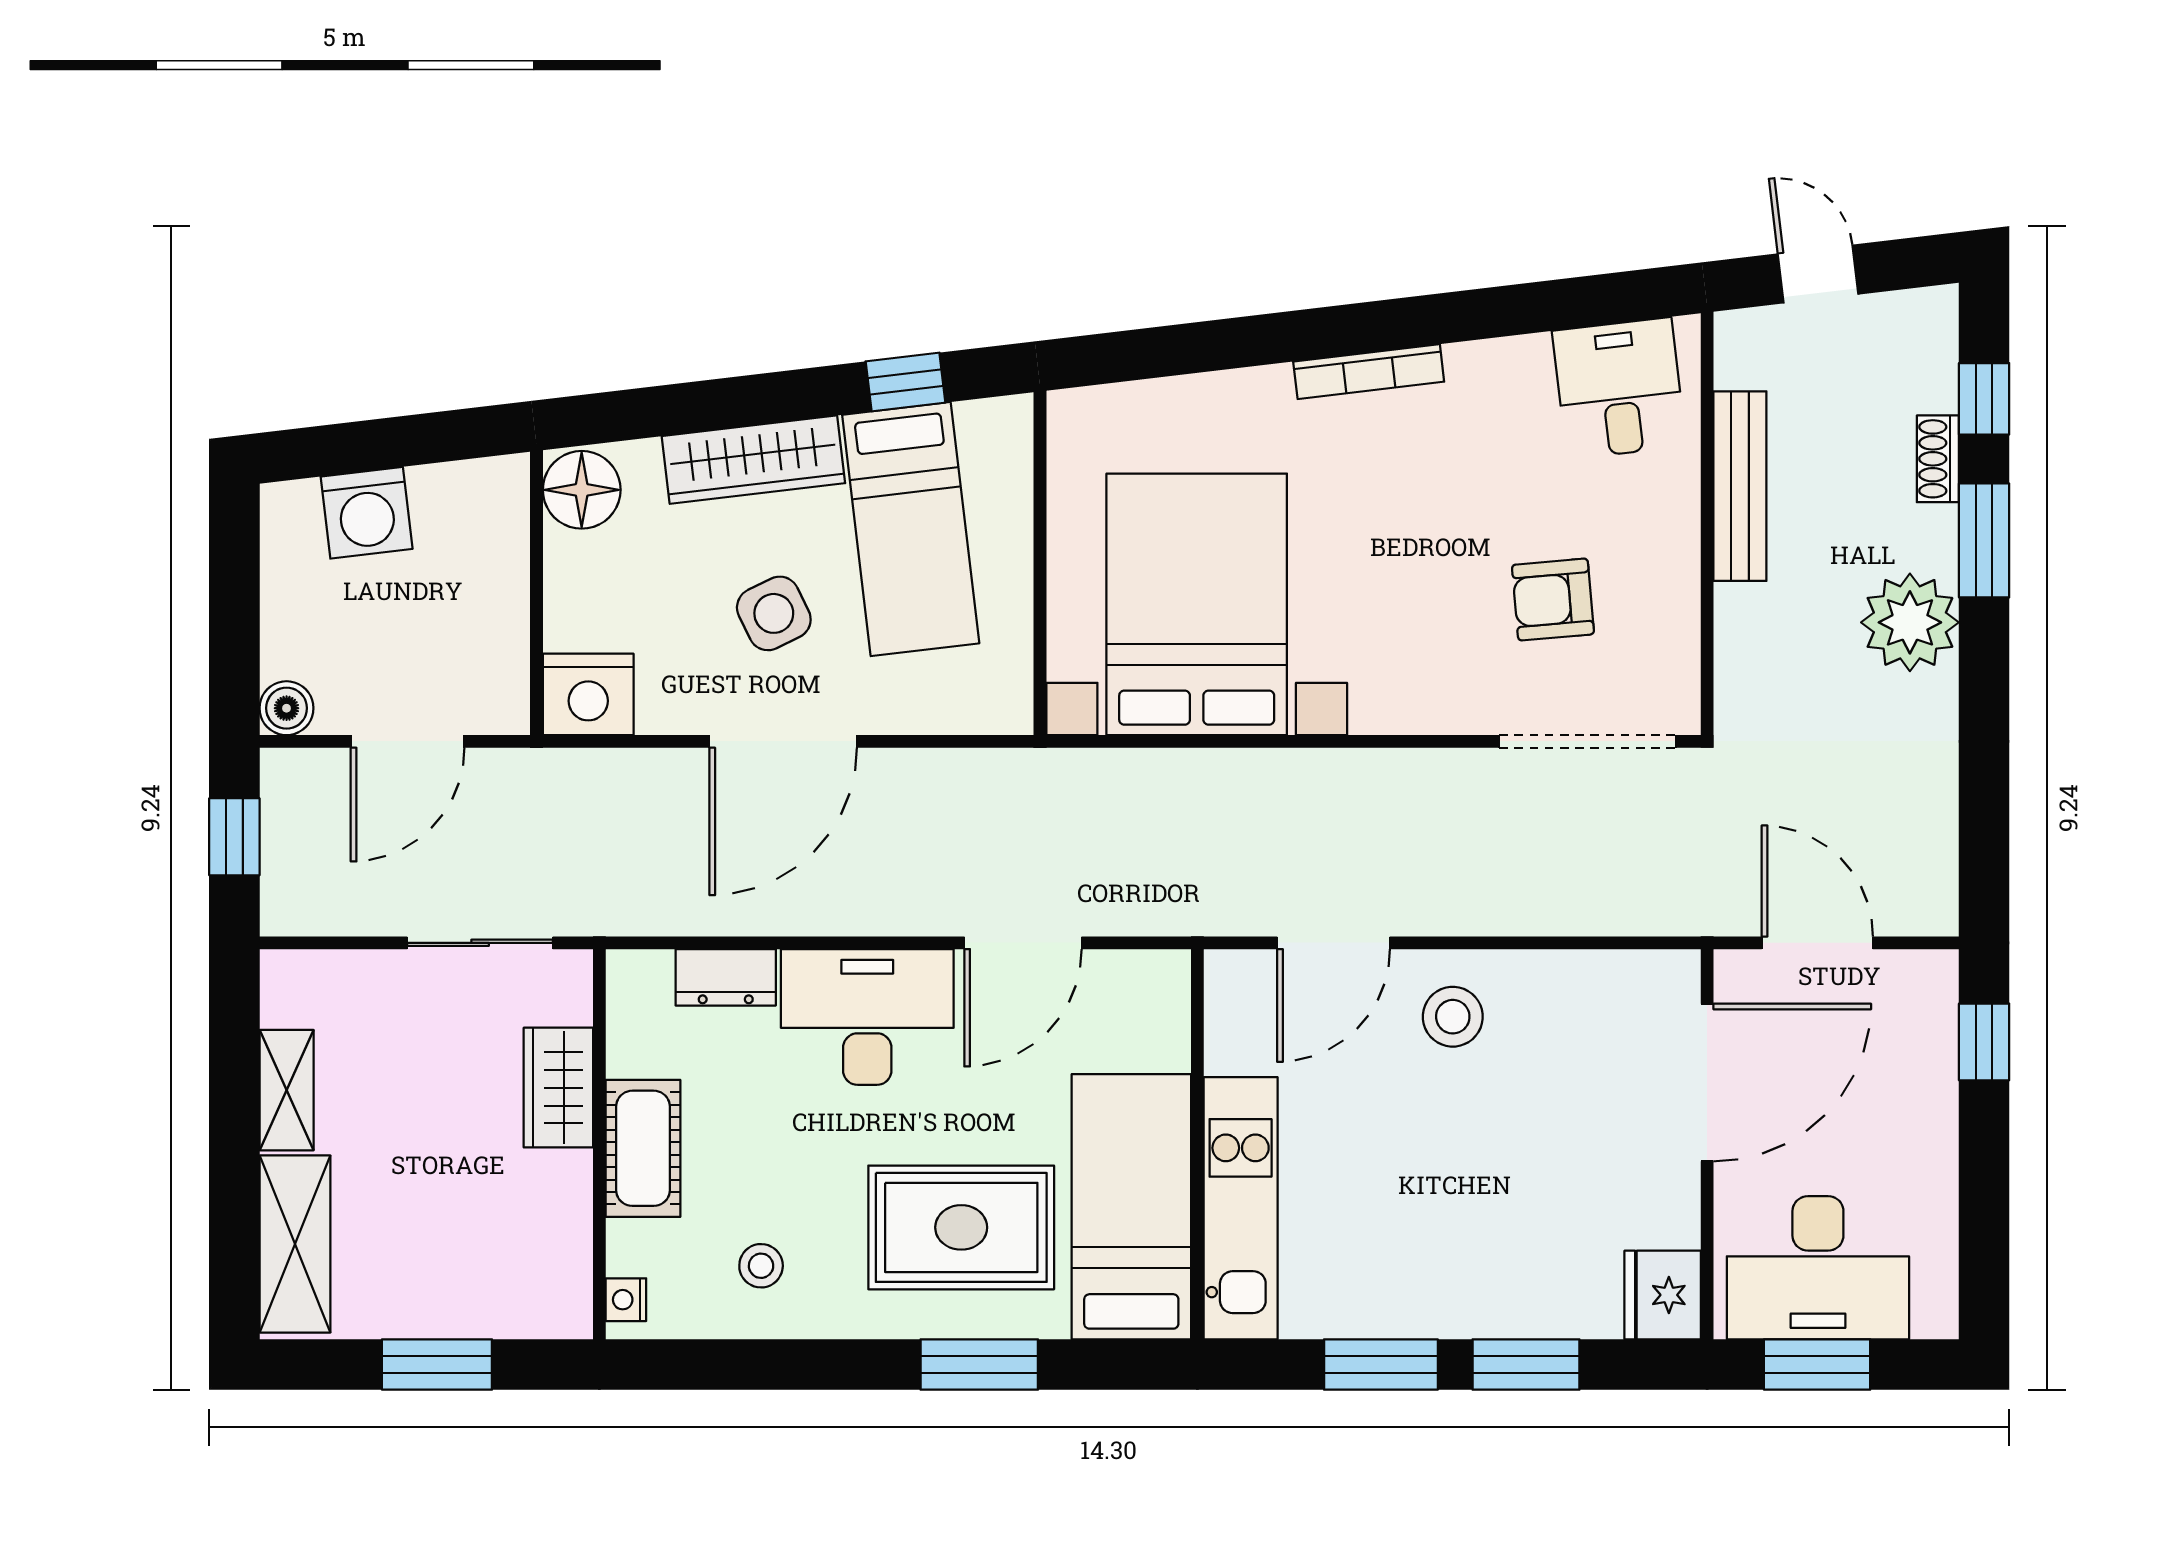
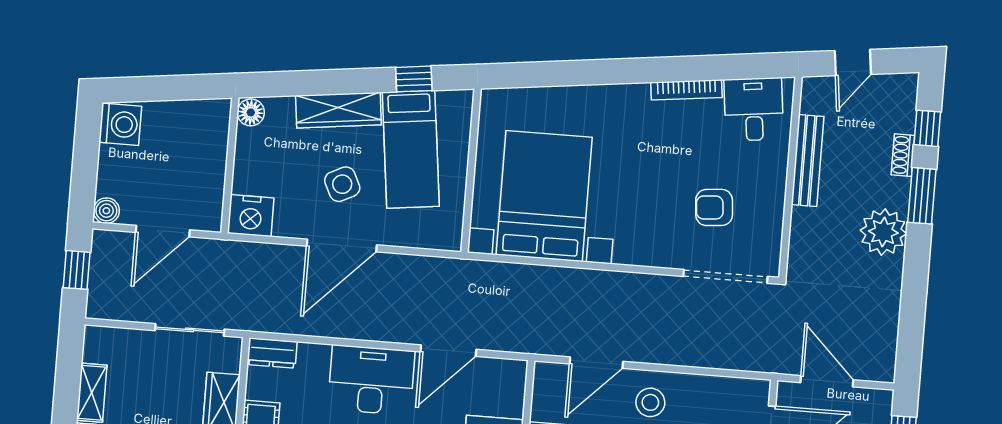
door: (1818, 274) -> (853, 62), swing flipped
bookcase: (1369, 372) -> (686, 90), moved
floor lamp: (582, 490) -> (251, 112), width x0.73, depth x0.73
washing machine: (367, 513) -> (120, 124), moved, turned -83
dresser: (726, 977) -> (272, 353), moved

